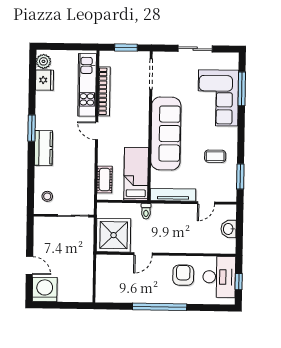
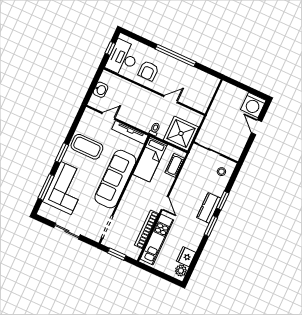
coffee table: (215, 156) -> (87, 147), width x1.86, depth x1.72
window: (31, 164) -> (223, 201), added
window: (240, 176) -> (62, 153), moved
shower: (114, 235) -> (181, 133), moved

